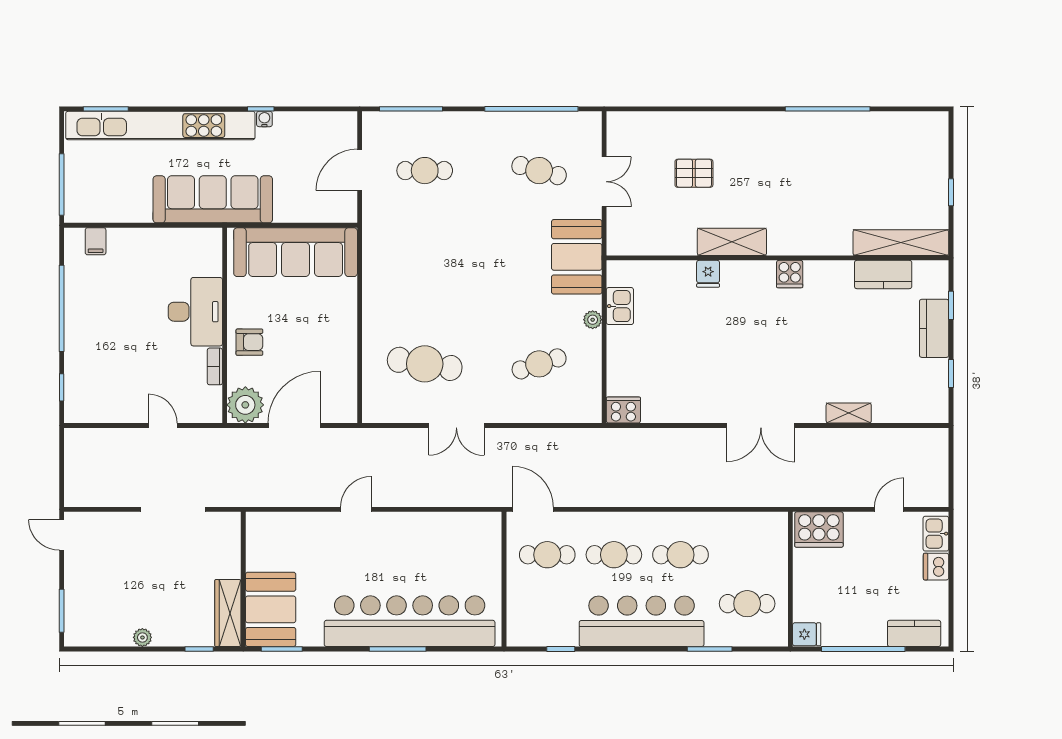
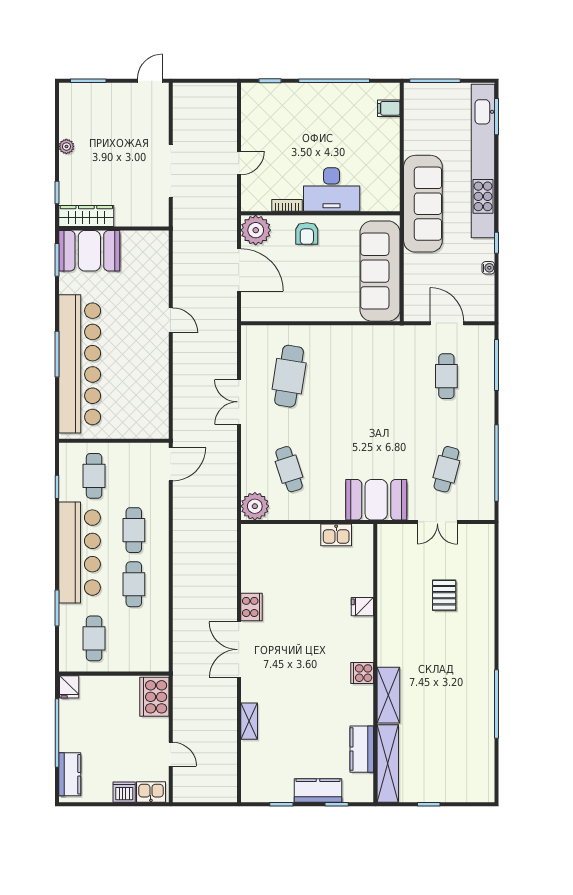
water cooler: (264, 119) -> (488, 268), moved
shelving: (732, 242) -> (388, 695), moved
plant: (593, 320) -> (255, 506), moved, width x1.87, depth x1.87
cooker: (623, 410) -> (251, 607), moved
cafe table: (547, 555) -> (94, 476), moved

